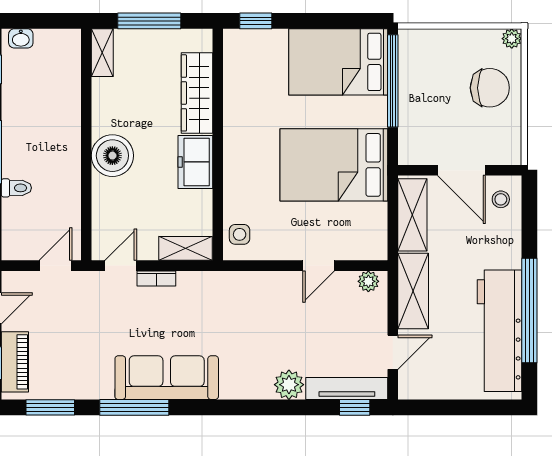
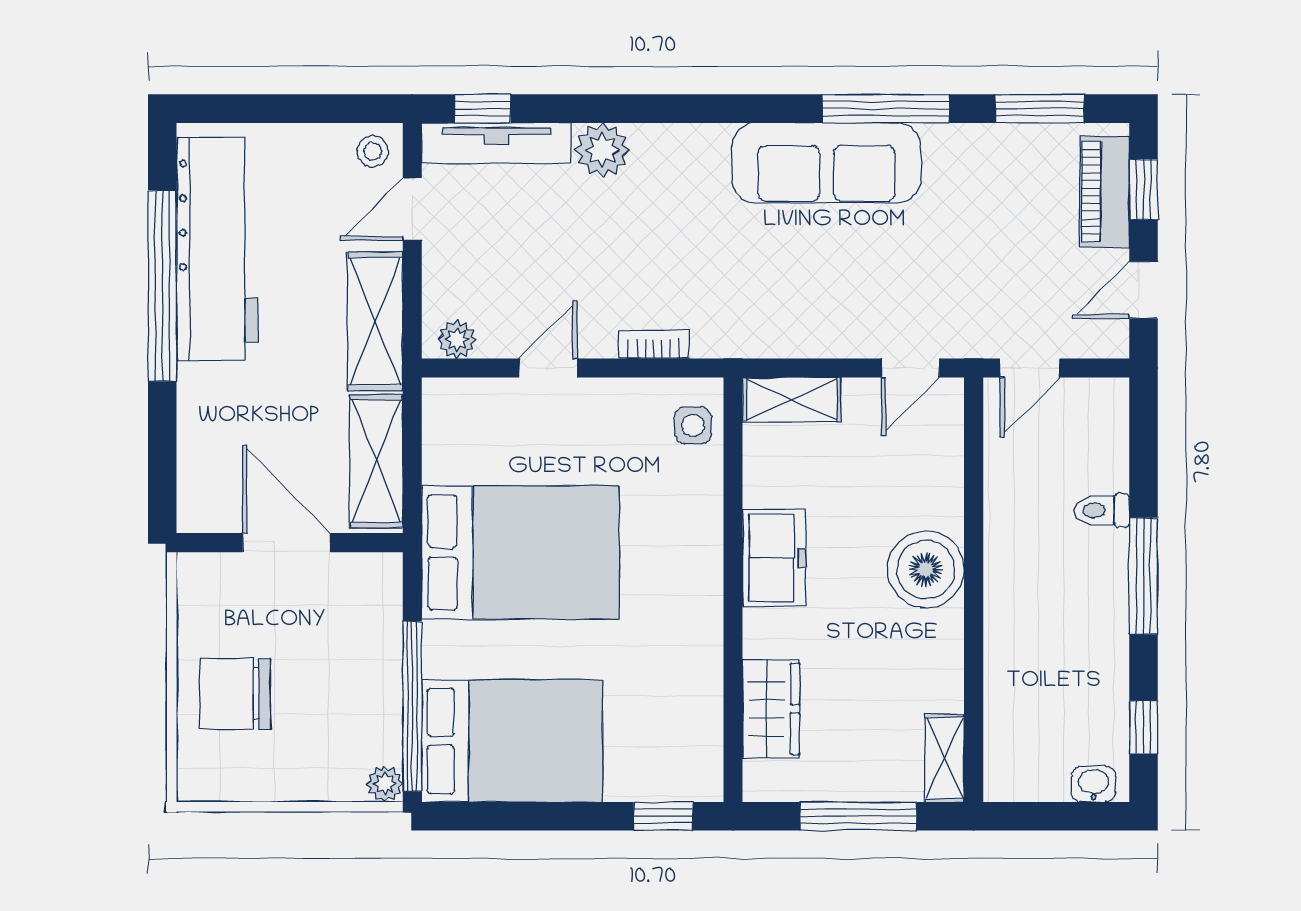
plant: (512, 39) -> (385, 784), moved
wardrobe: (197, 93) -> (771, 709), width x0.67
stool: (501, 199) -> (373, 151), moved
bookcase: (156, 278) -> (654, 345), moved

